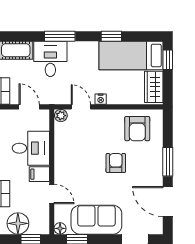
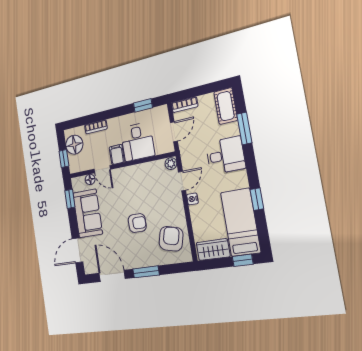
window: (60, 36) -> (244, 128), moved
desk: (50, 59) -> (225, 155), moved
armchair: (137, 129) -> (171, 239), turned 104
door: (52, 194) -> (102, 169), hinge flipped
door: (168, 202) -> (112, 276), hinge flipped
floor lamp: (60, 228) -> (90, 179), moved

